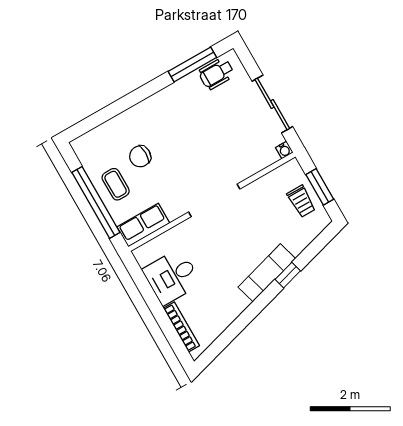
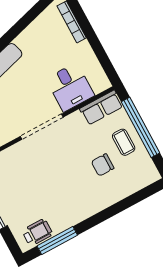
chair: (140, 156) -> (103, 165), turned 180
desk: (172, 277) -> (70, 87), moved, turned 90

